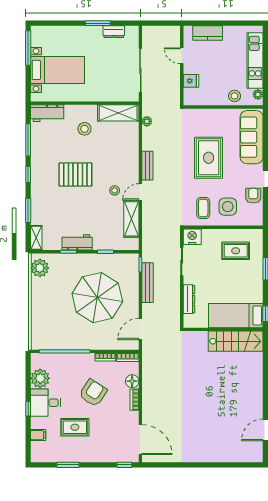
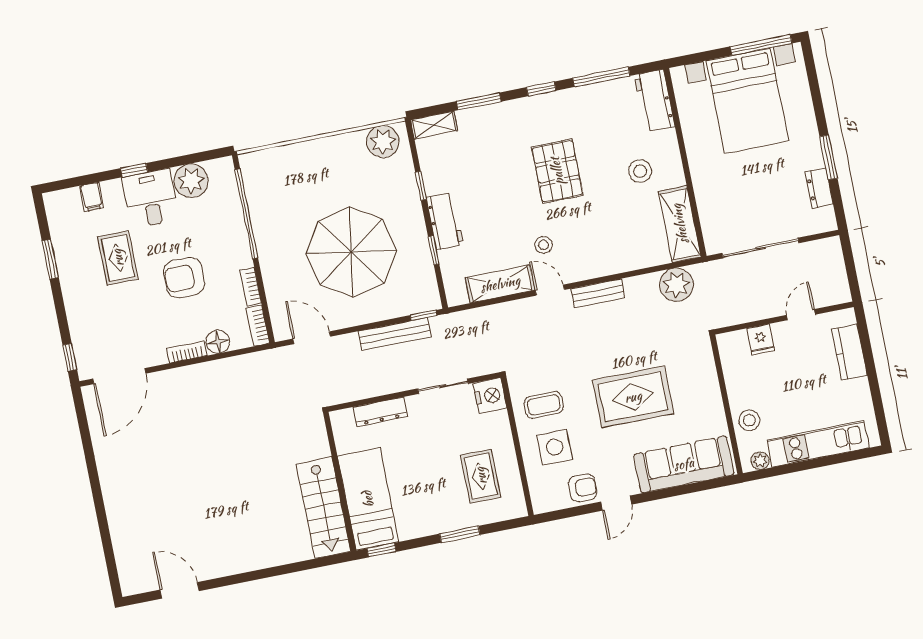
bed with nightstands: (57, 70) -> (747, 101), width x1.36
plant: (147, 121) -> (676, 285), width x1.88, depth x1.88
workbench: (77, 242) -> (445, 221), moved
armchair: (93, 393) -> (184, 278), turned 147

